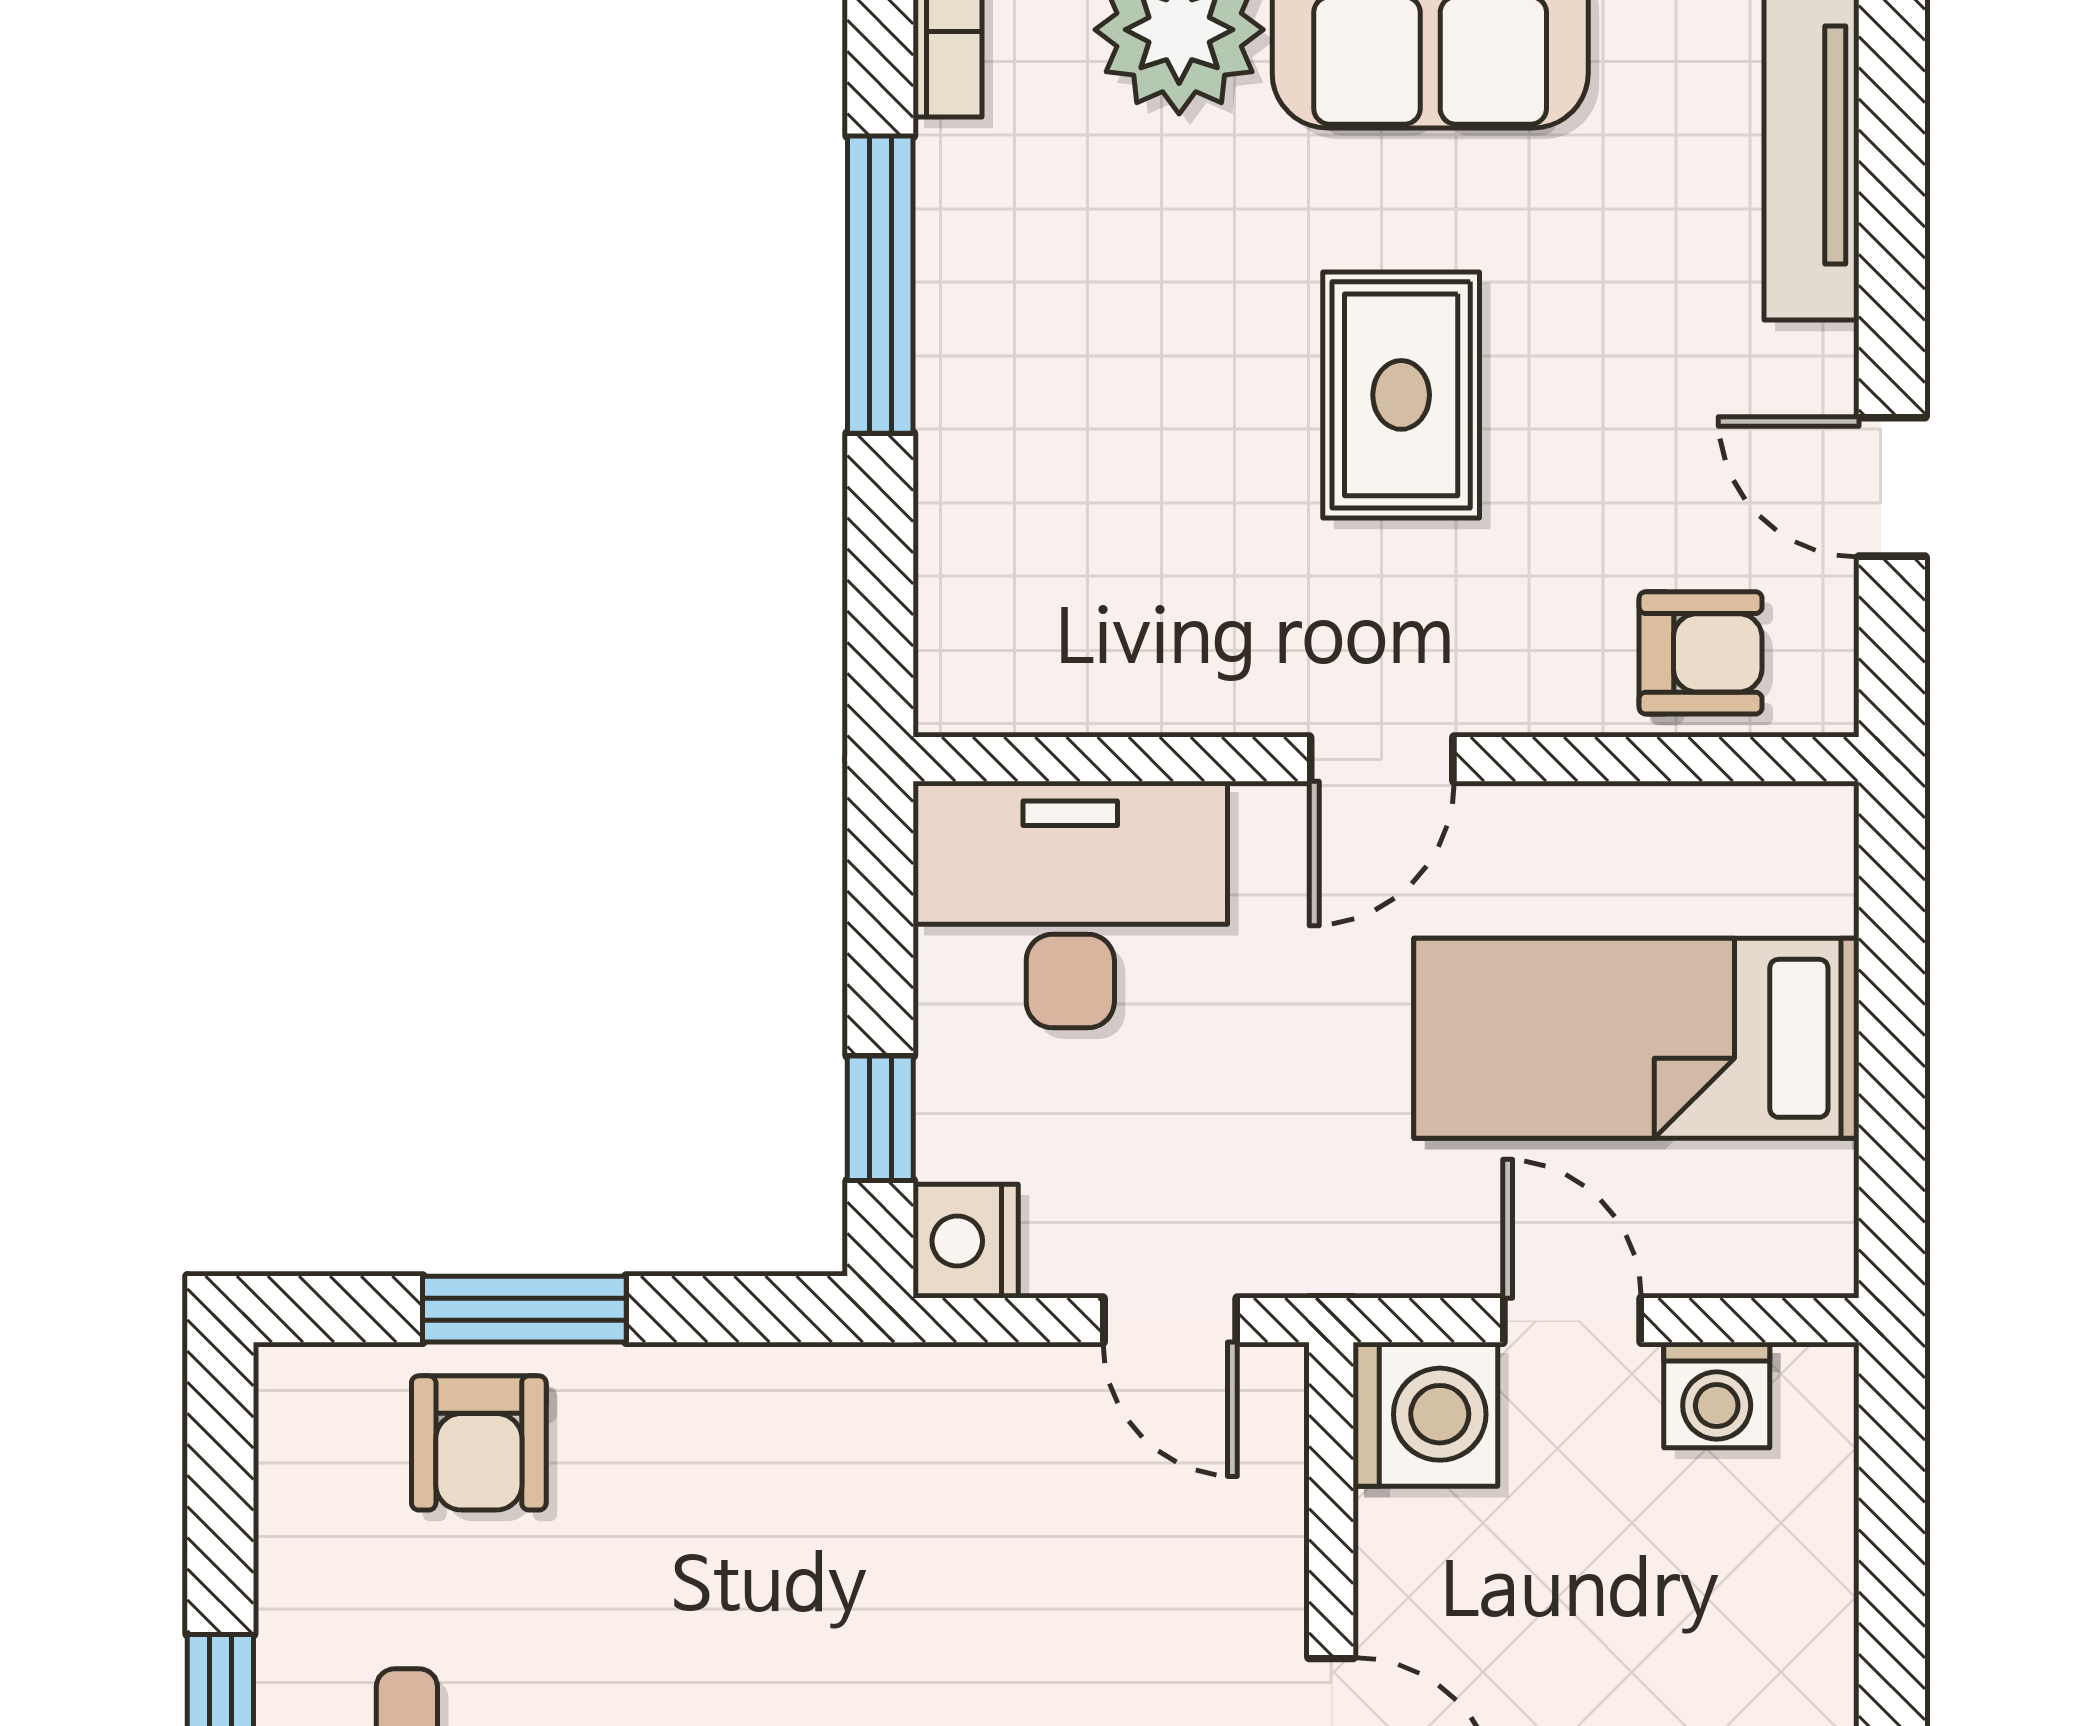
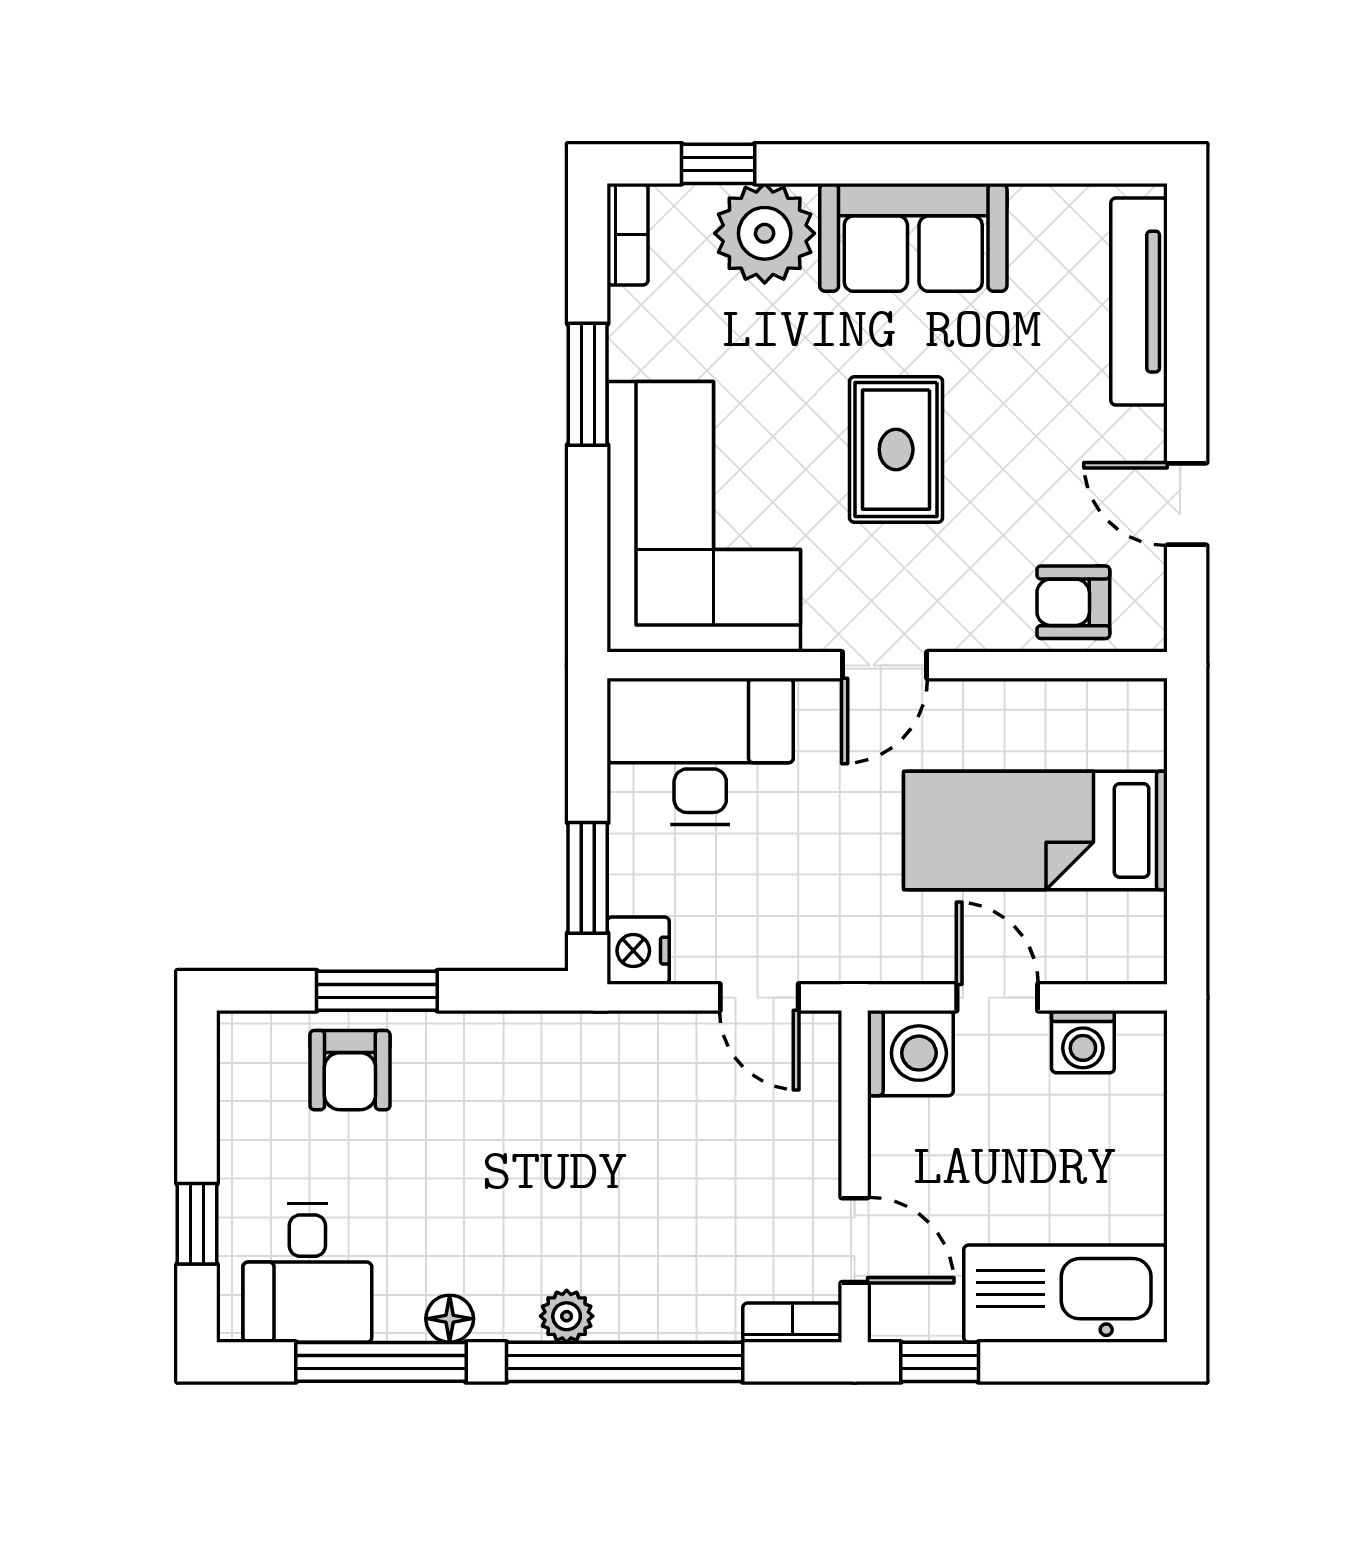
window: (880, 285) -> (588, 384), width x0.69
corner sofa: (1076, 508) -> (704, 517), added
armchair: (1701, 653) -> (1073, 602), turned 180
window: (880, 1118) -> (588, 878), width x1.50

